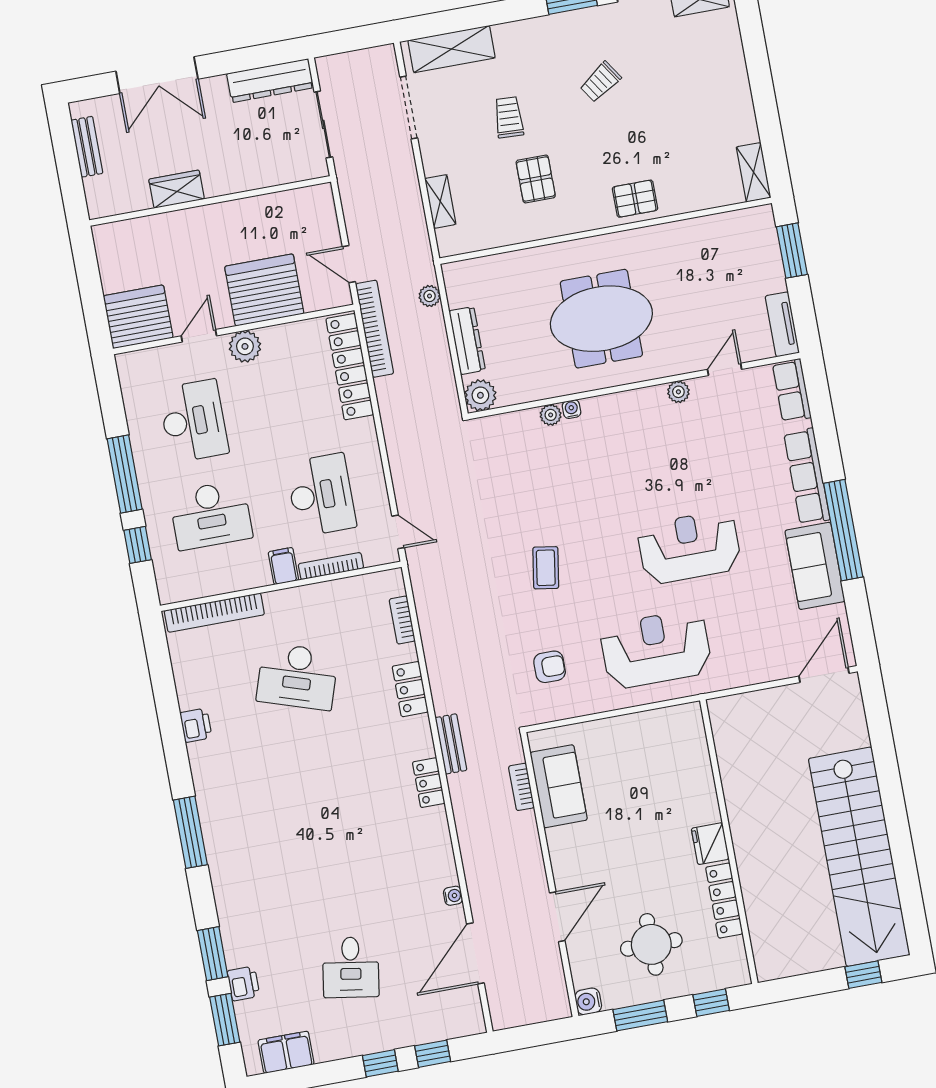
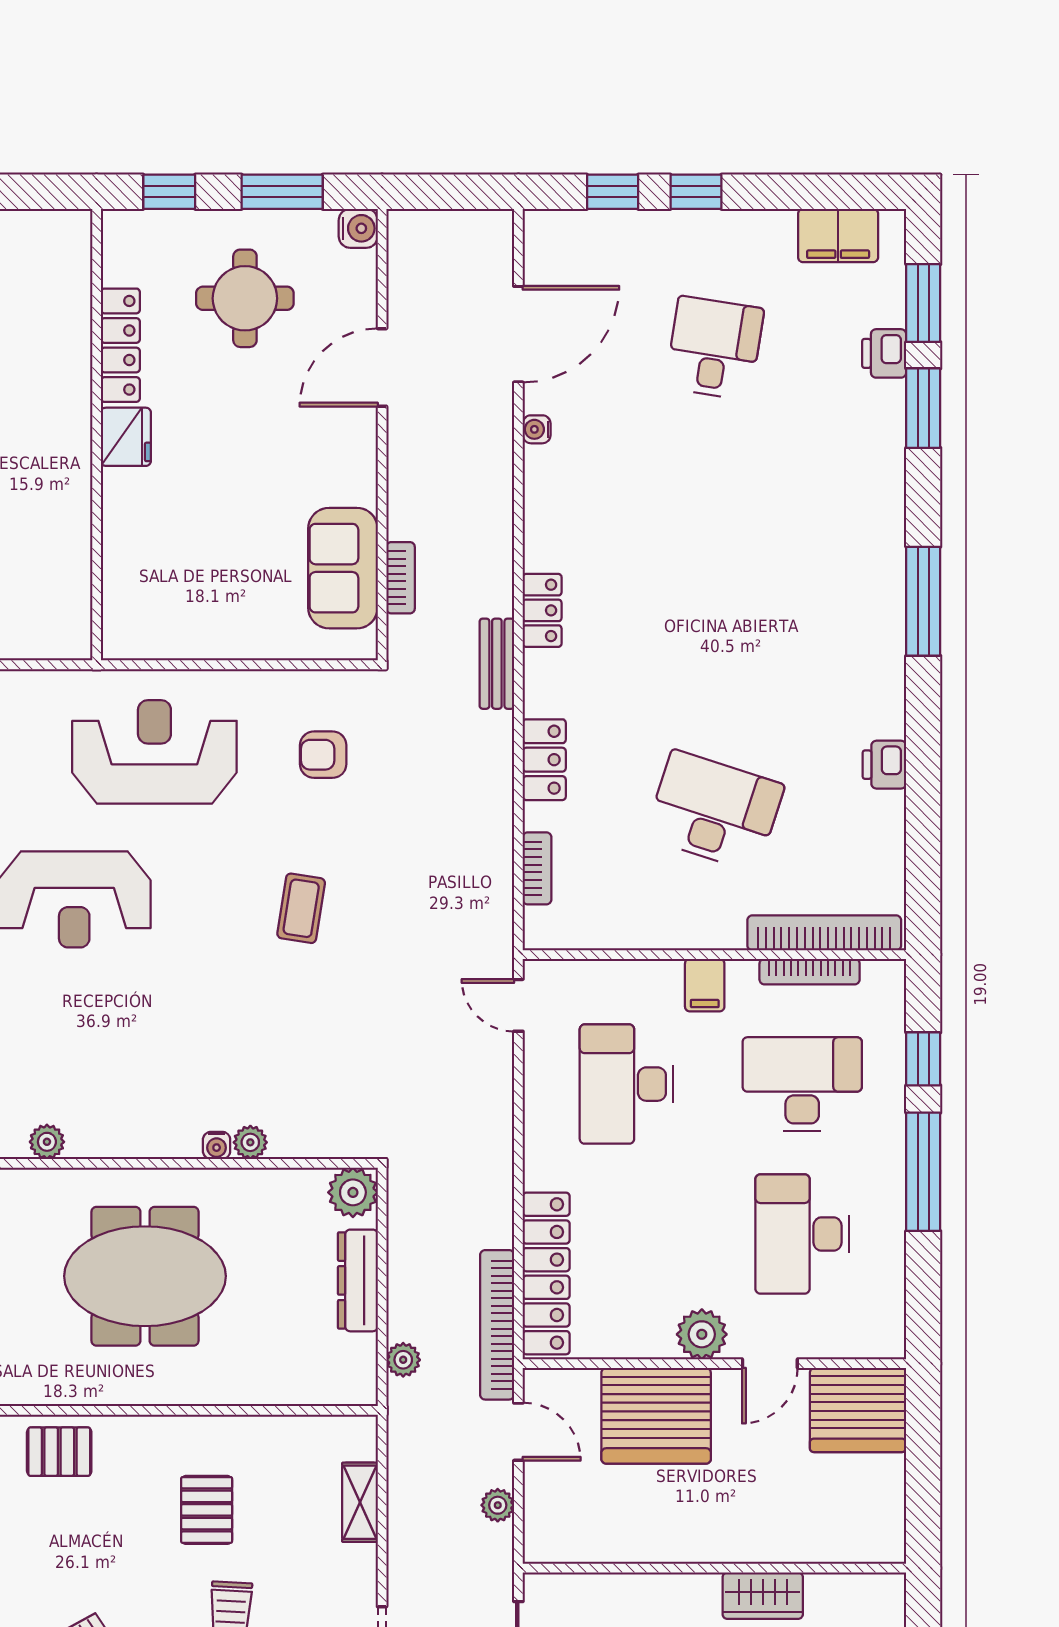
plant: (353, 216) -> (498, 1505), added
bookcase: (331, 566) -> (810, 972), moved
reception desk: (656, 649) -> (154, 752), turned 180

